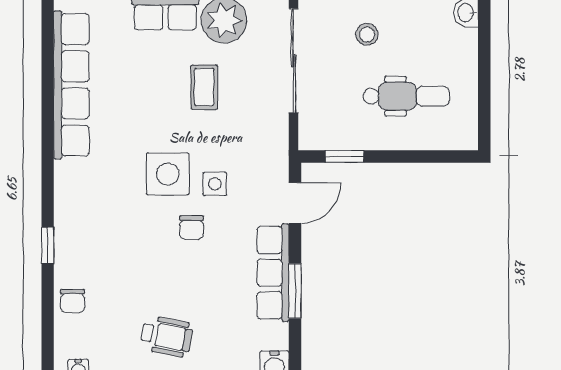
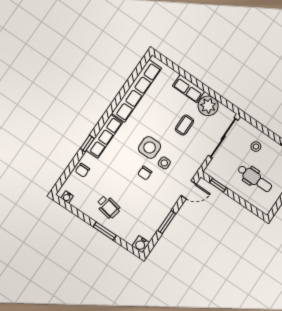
row of seats: (273, 273) -> (104, 136), moved, turned 180

